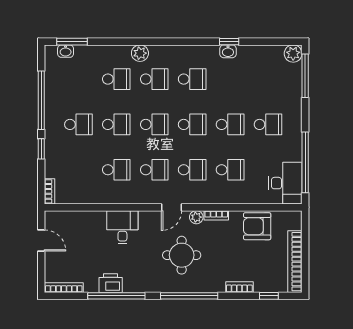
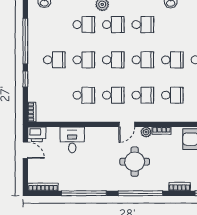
desk: (122, 227) -> (72, 140), moved
printer: (111, 283) -> (37, 134), moved, turned 180

